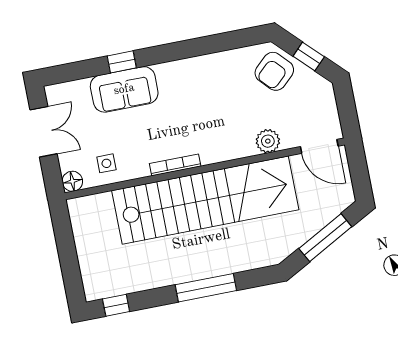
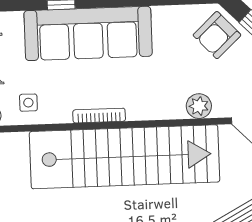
sofa: (124, 89) -> (88, 33), width x1.85, depth x1.27

